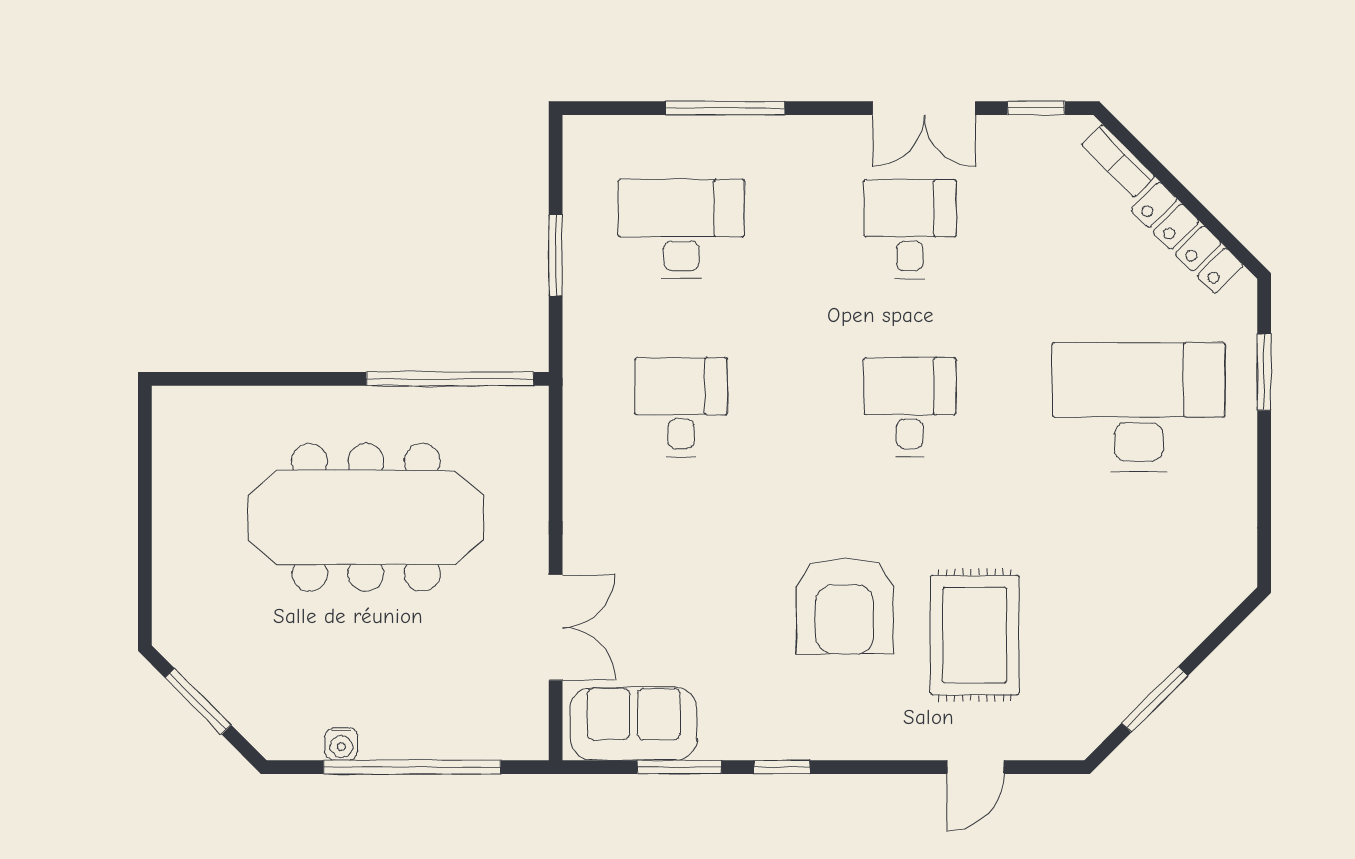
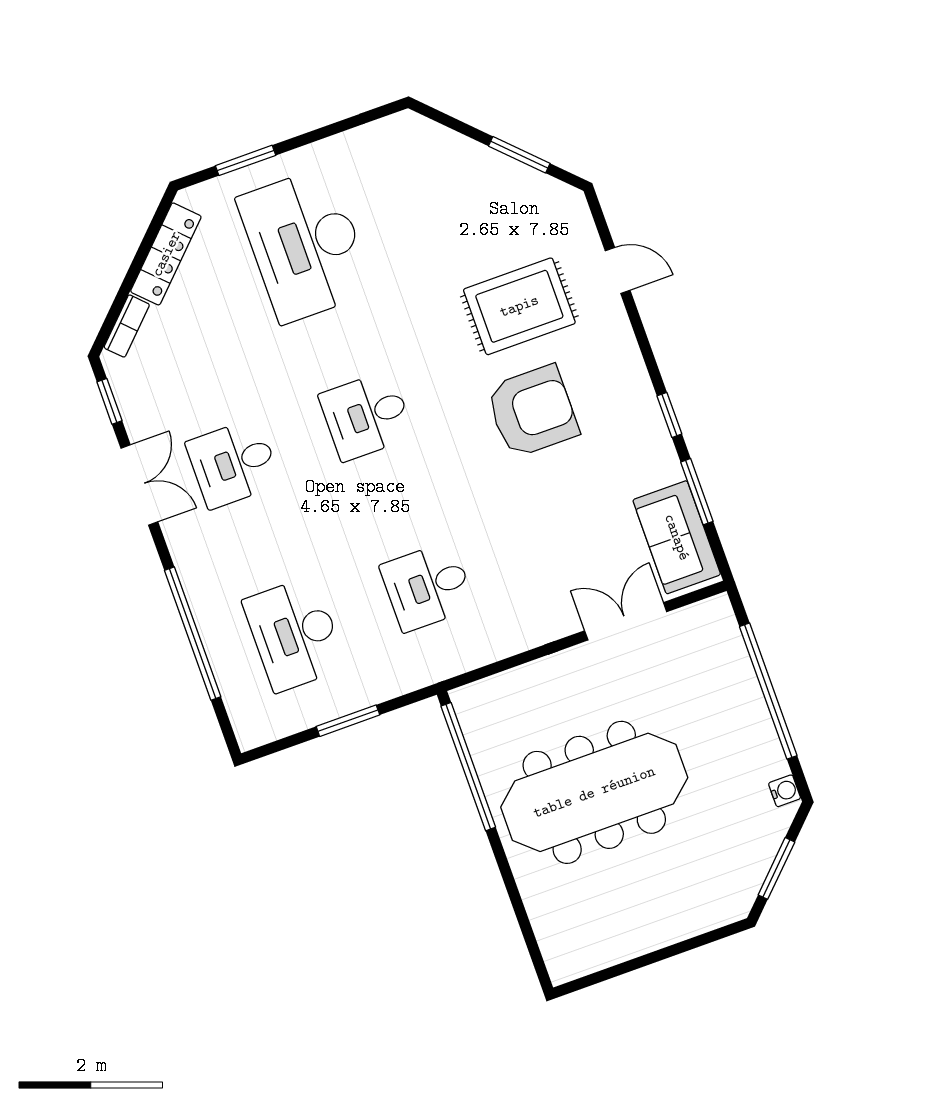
window: (725, 108) -> (193, 634), width x1.46
meeting table: (366, 517) -> (594, 792), turned 90
water cooler: (341, 744) -> (785, 791), moved

